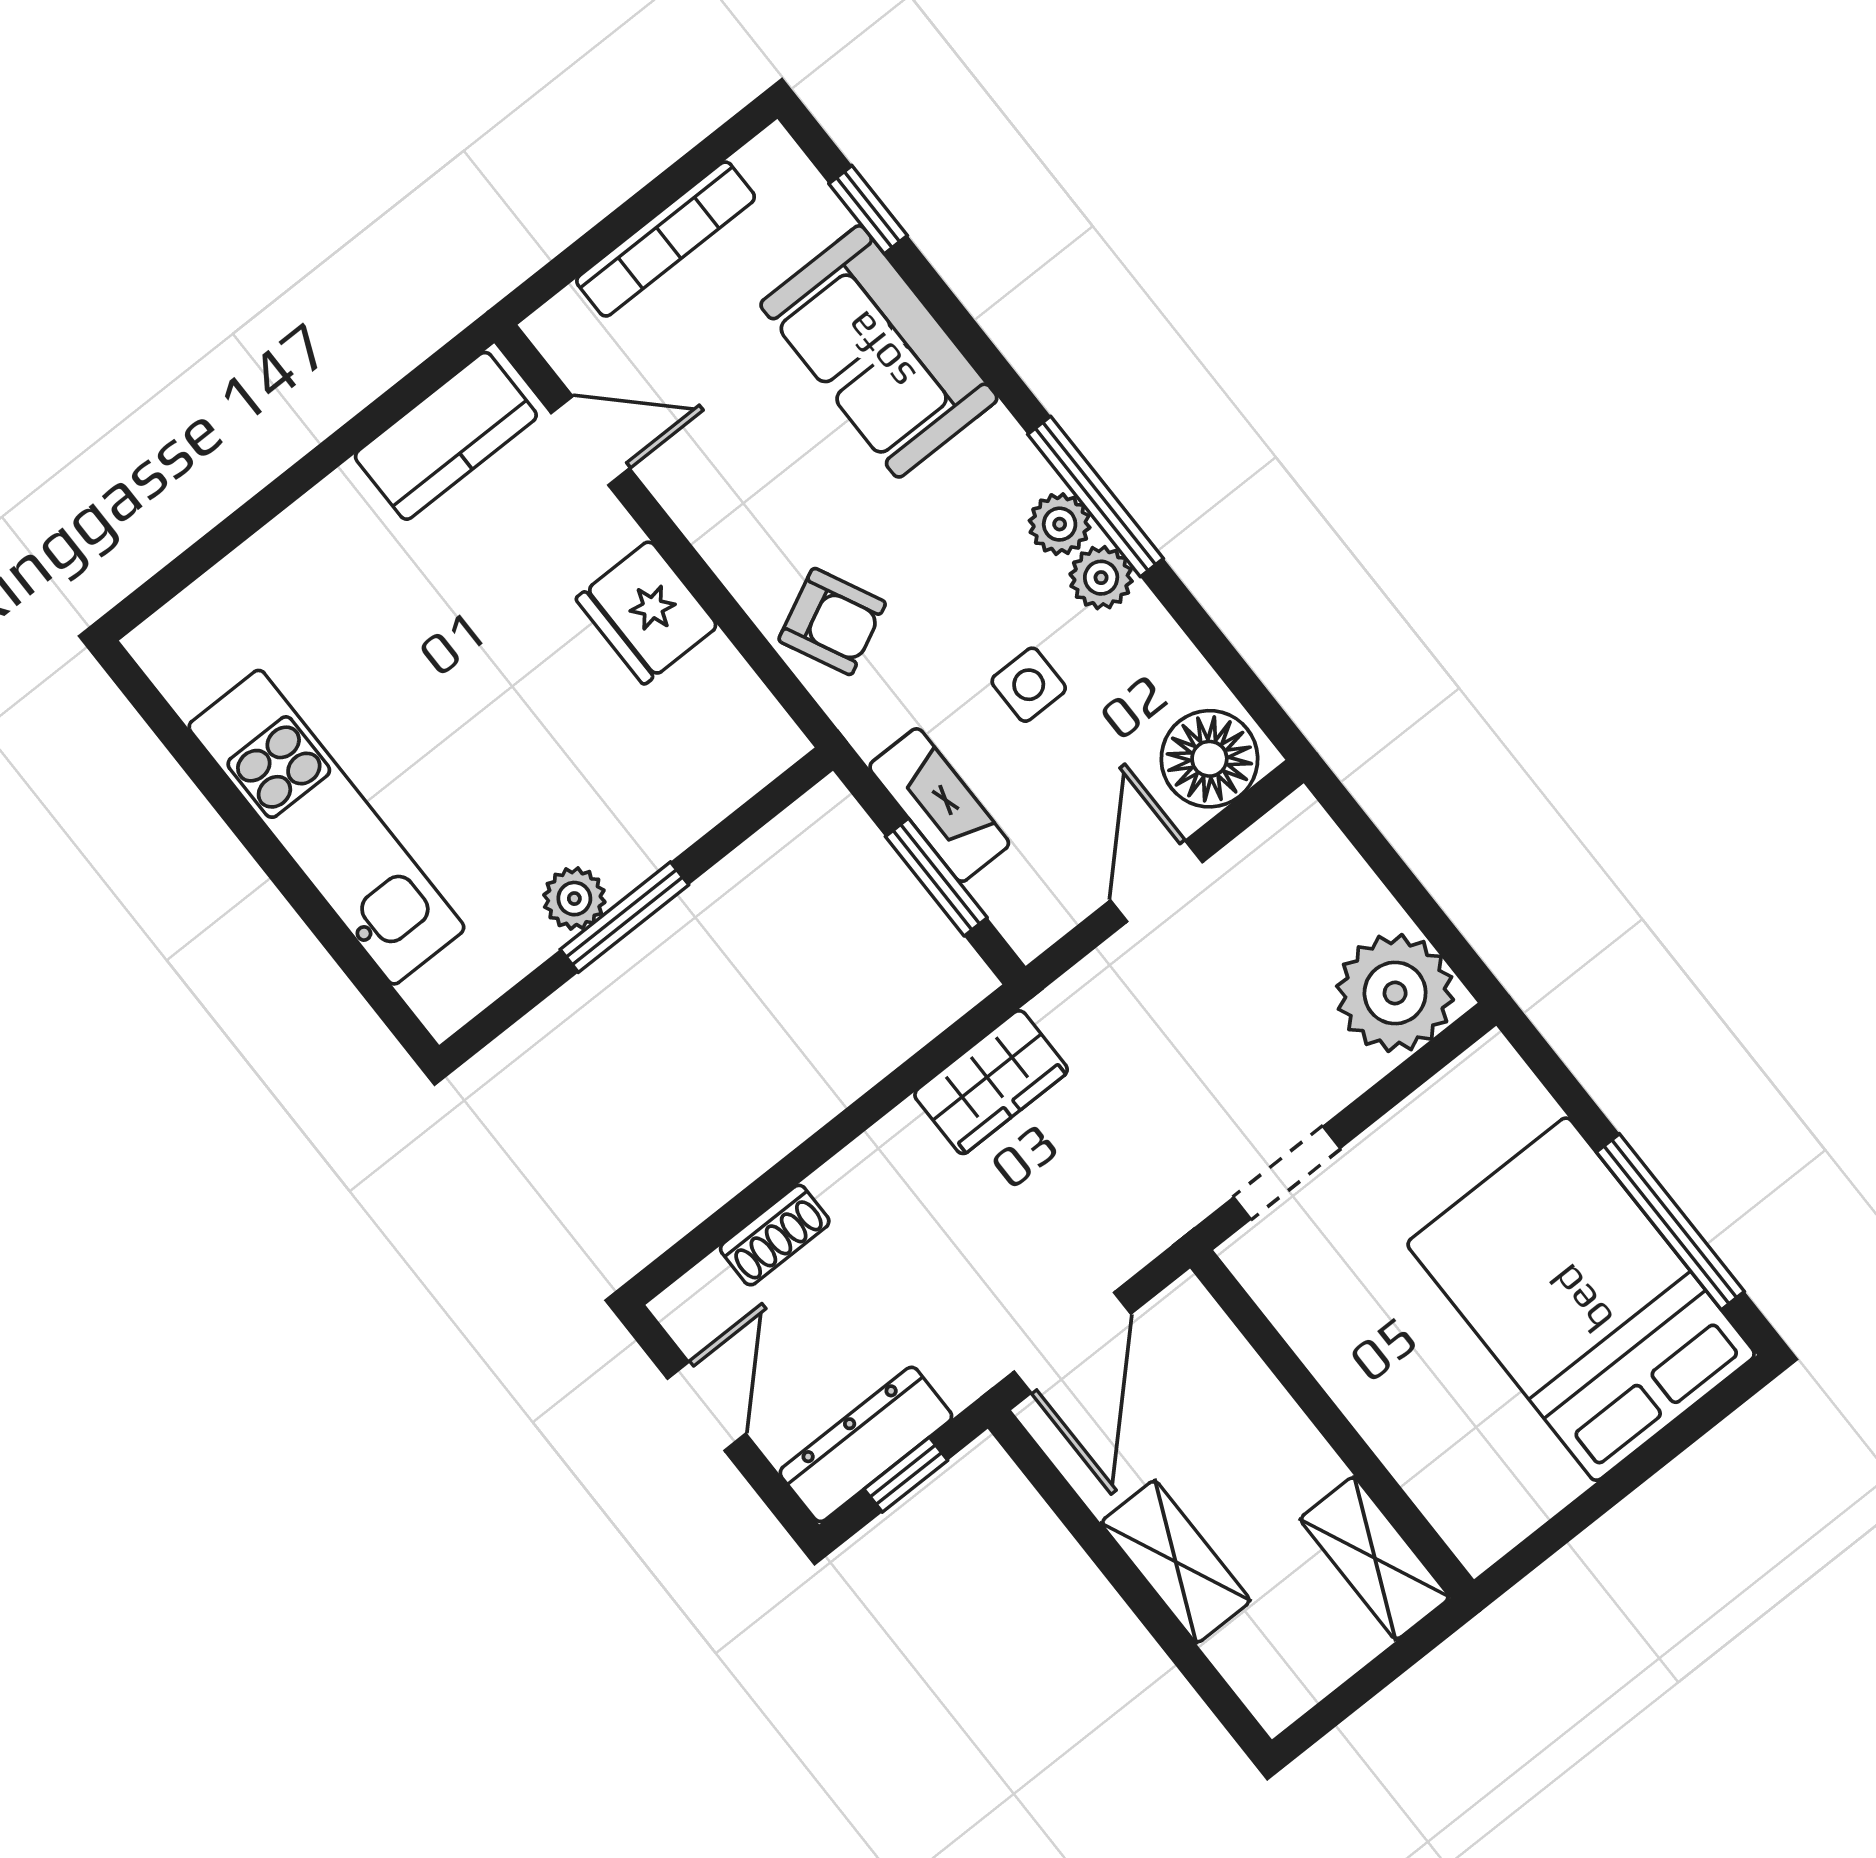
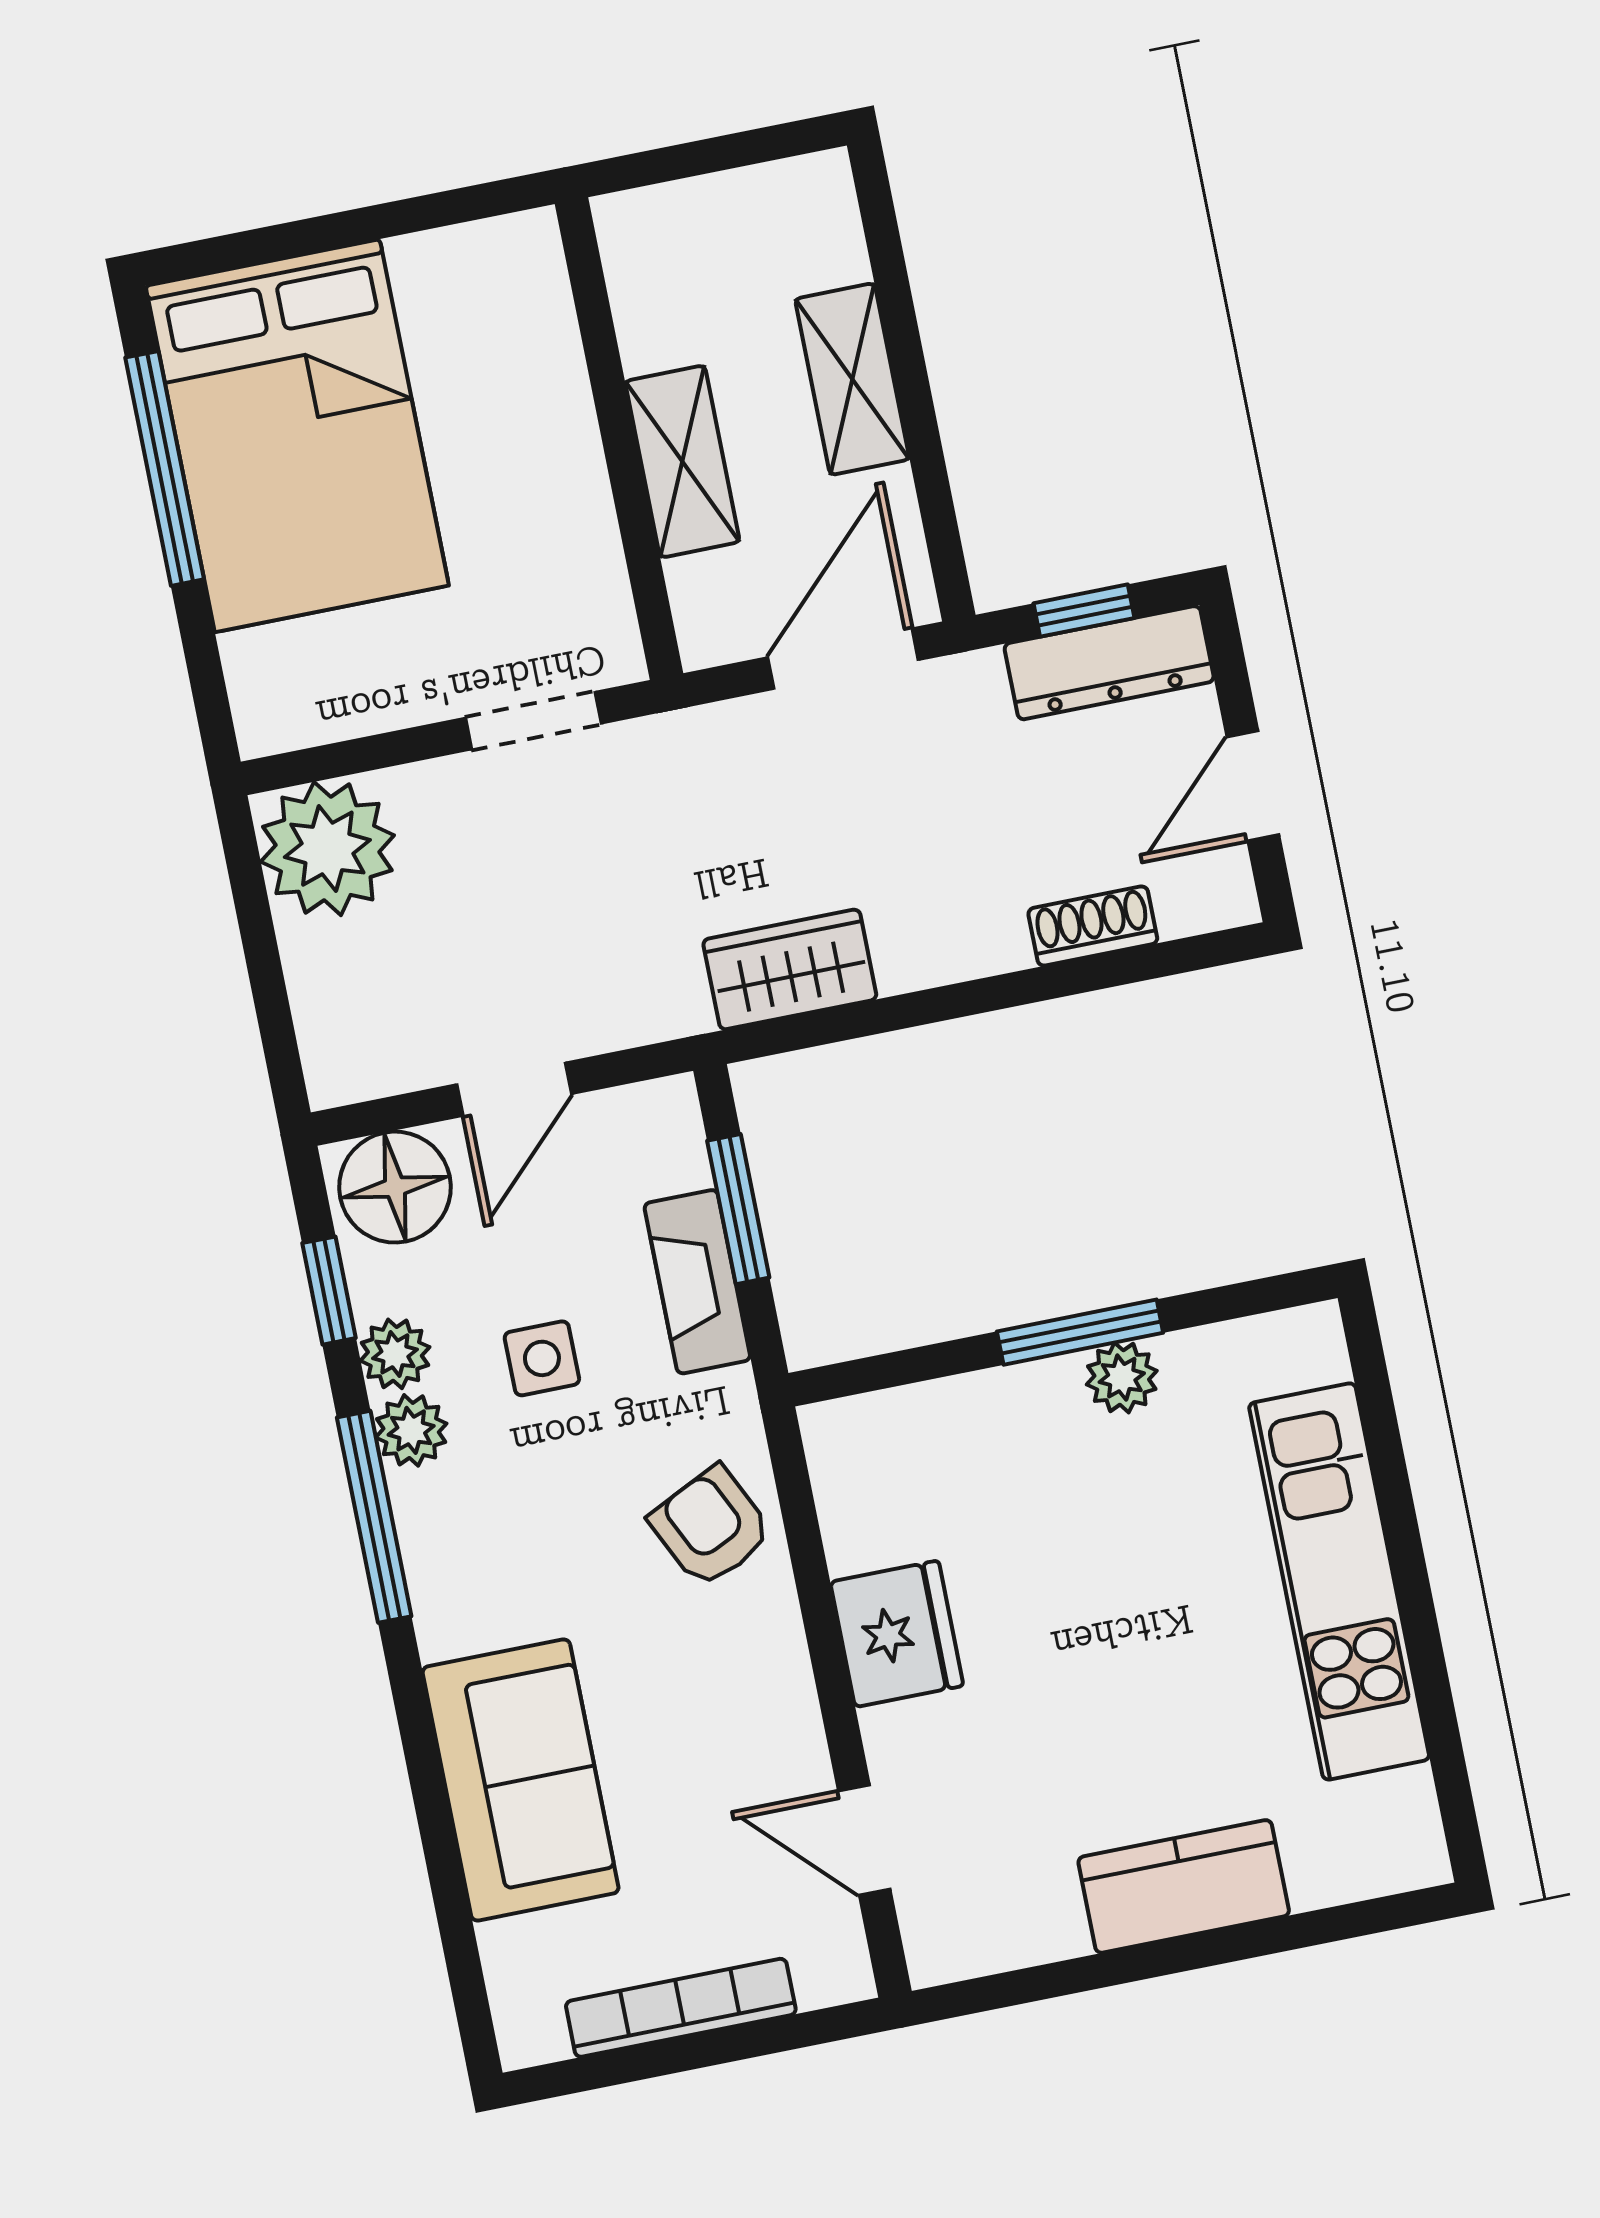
window: (868, 210) -> (329, 1291), moved
kitchen counter: (446, 436) -> (1184, 1886), moved
plant: (1060, 524) -> (395, 1354), moved
shelving: (1375, 1558) -> (682, 461), moved

